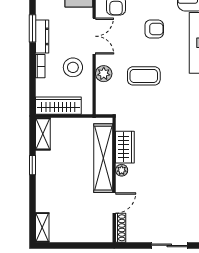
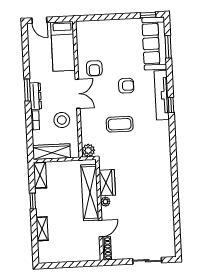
plant: (104, 74) -> (88, 150), moved
shelving: (42, 227) -> (42, 229), moved

